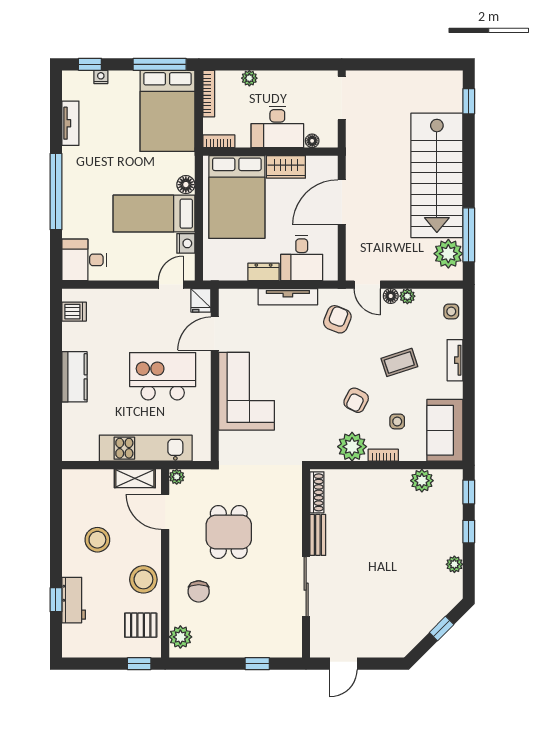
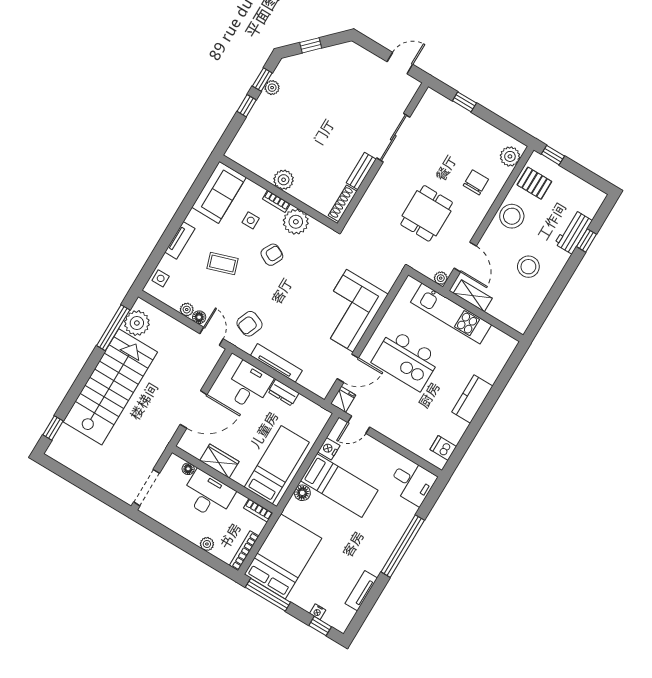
bed: (237, 197) -> (277, 465), width x0.67
plant: (422, 481) -> (284, 180), moved
window: (469, 492) -> (262, 79), moved

